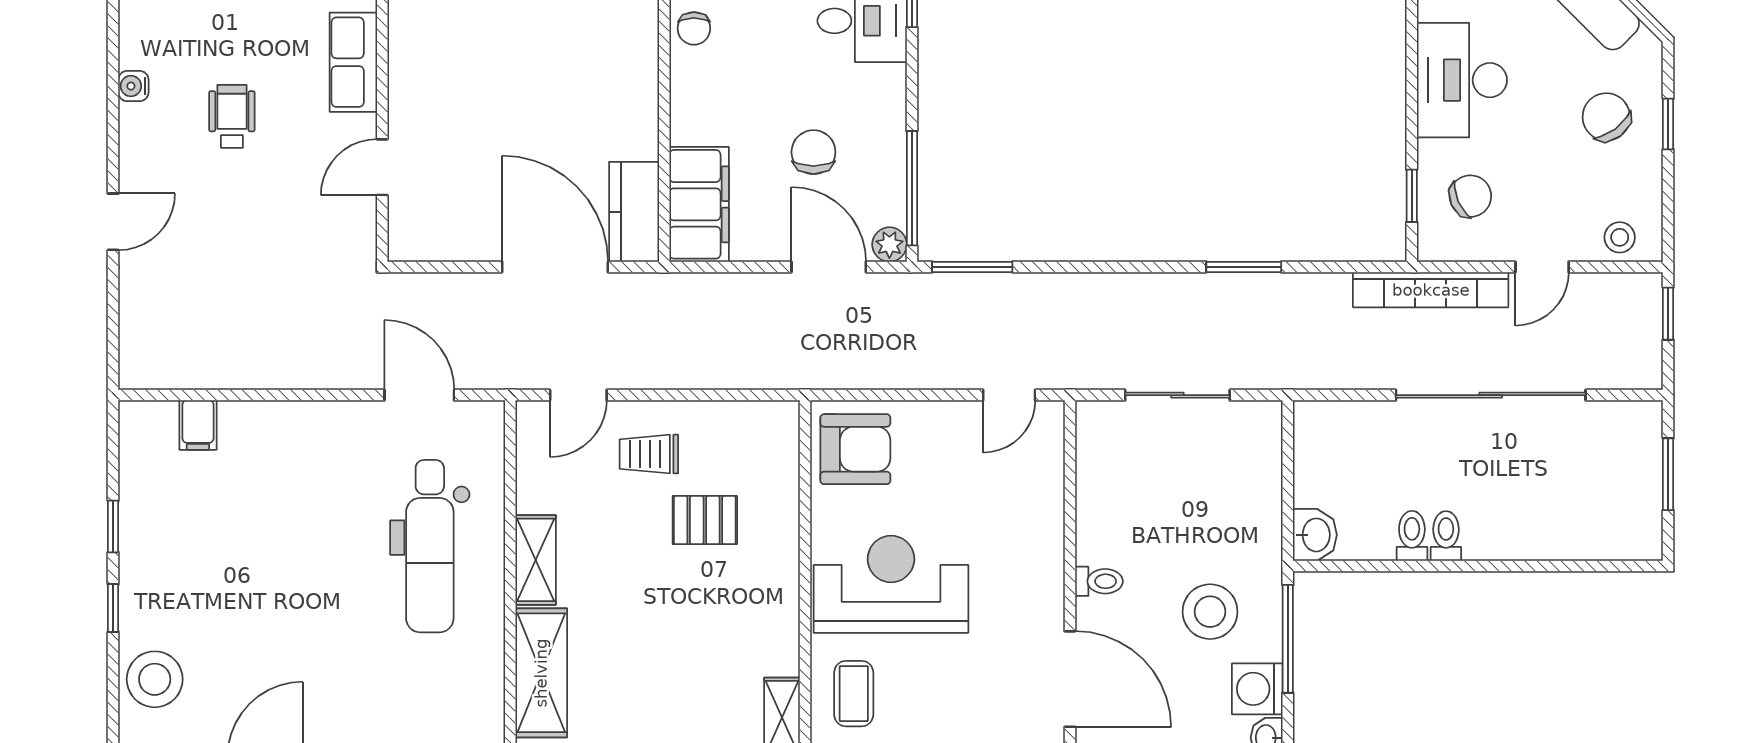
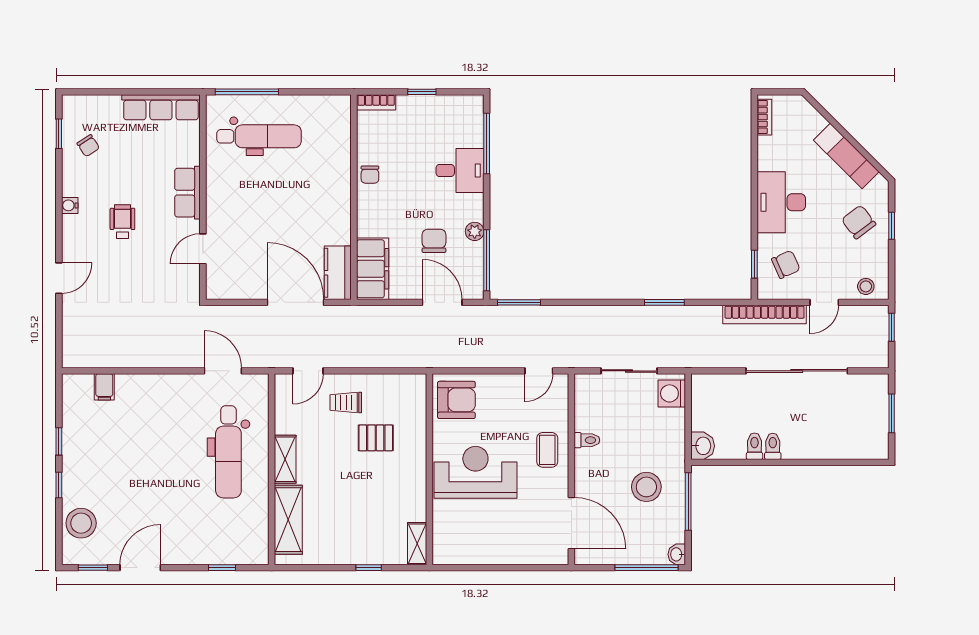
plant: (889, 245) -> (475, 231), moved
toilet: (1099, 581) -> (587, 440), moved
washing machine: (1257, 689) -> (672, 393), moved
coffee table: (854, 694) -> (547, 450), moved

